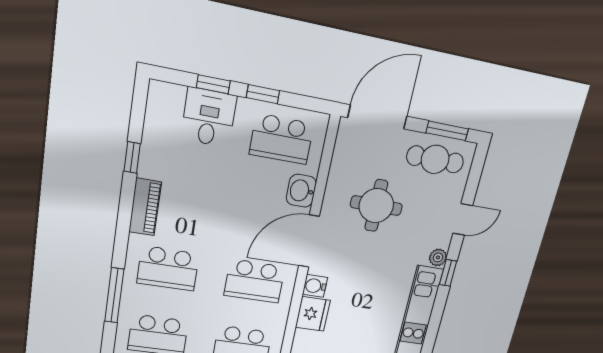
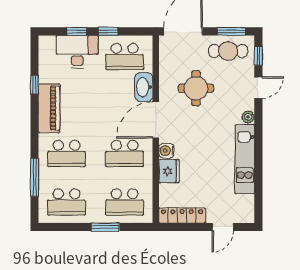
desk: (209, 117) -> (77, 52), width x1.37
washbasin: (301, 191) -> (144, 87), width x1.38
piano: (145, 207) -> (49, 108), width x1.37, depth x1.33
window: (448, 273) -> (258, 56), moved

